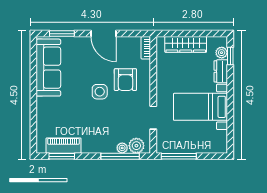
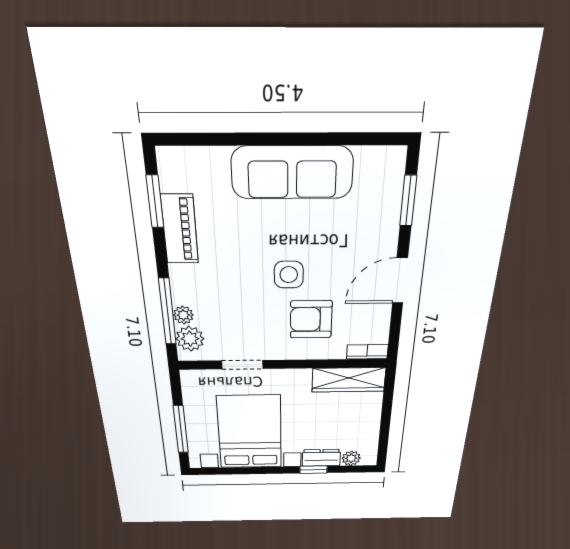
wardrobe: (186, 44) -> (349, 380), moved, turned -90
window: (230, 56) -> (314, 470), moved
sofa: (48, 68) -> (292, 173), moved
bed with nightstands: (200, 107) -> (250, 432), width x1.36
piano: (64, 146) -> (180, 229), moved
window: (179, 156) -> (181, 429), moved

